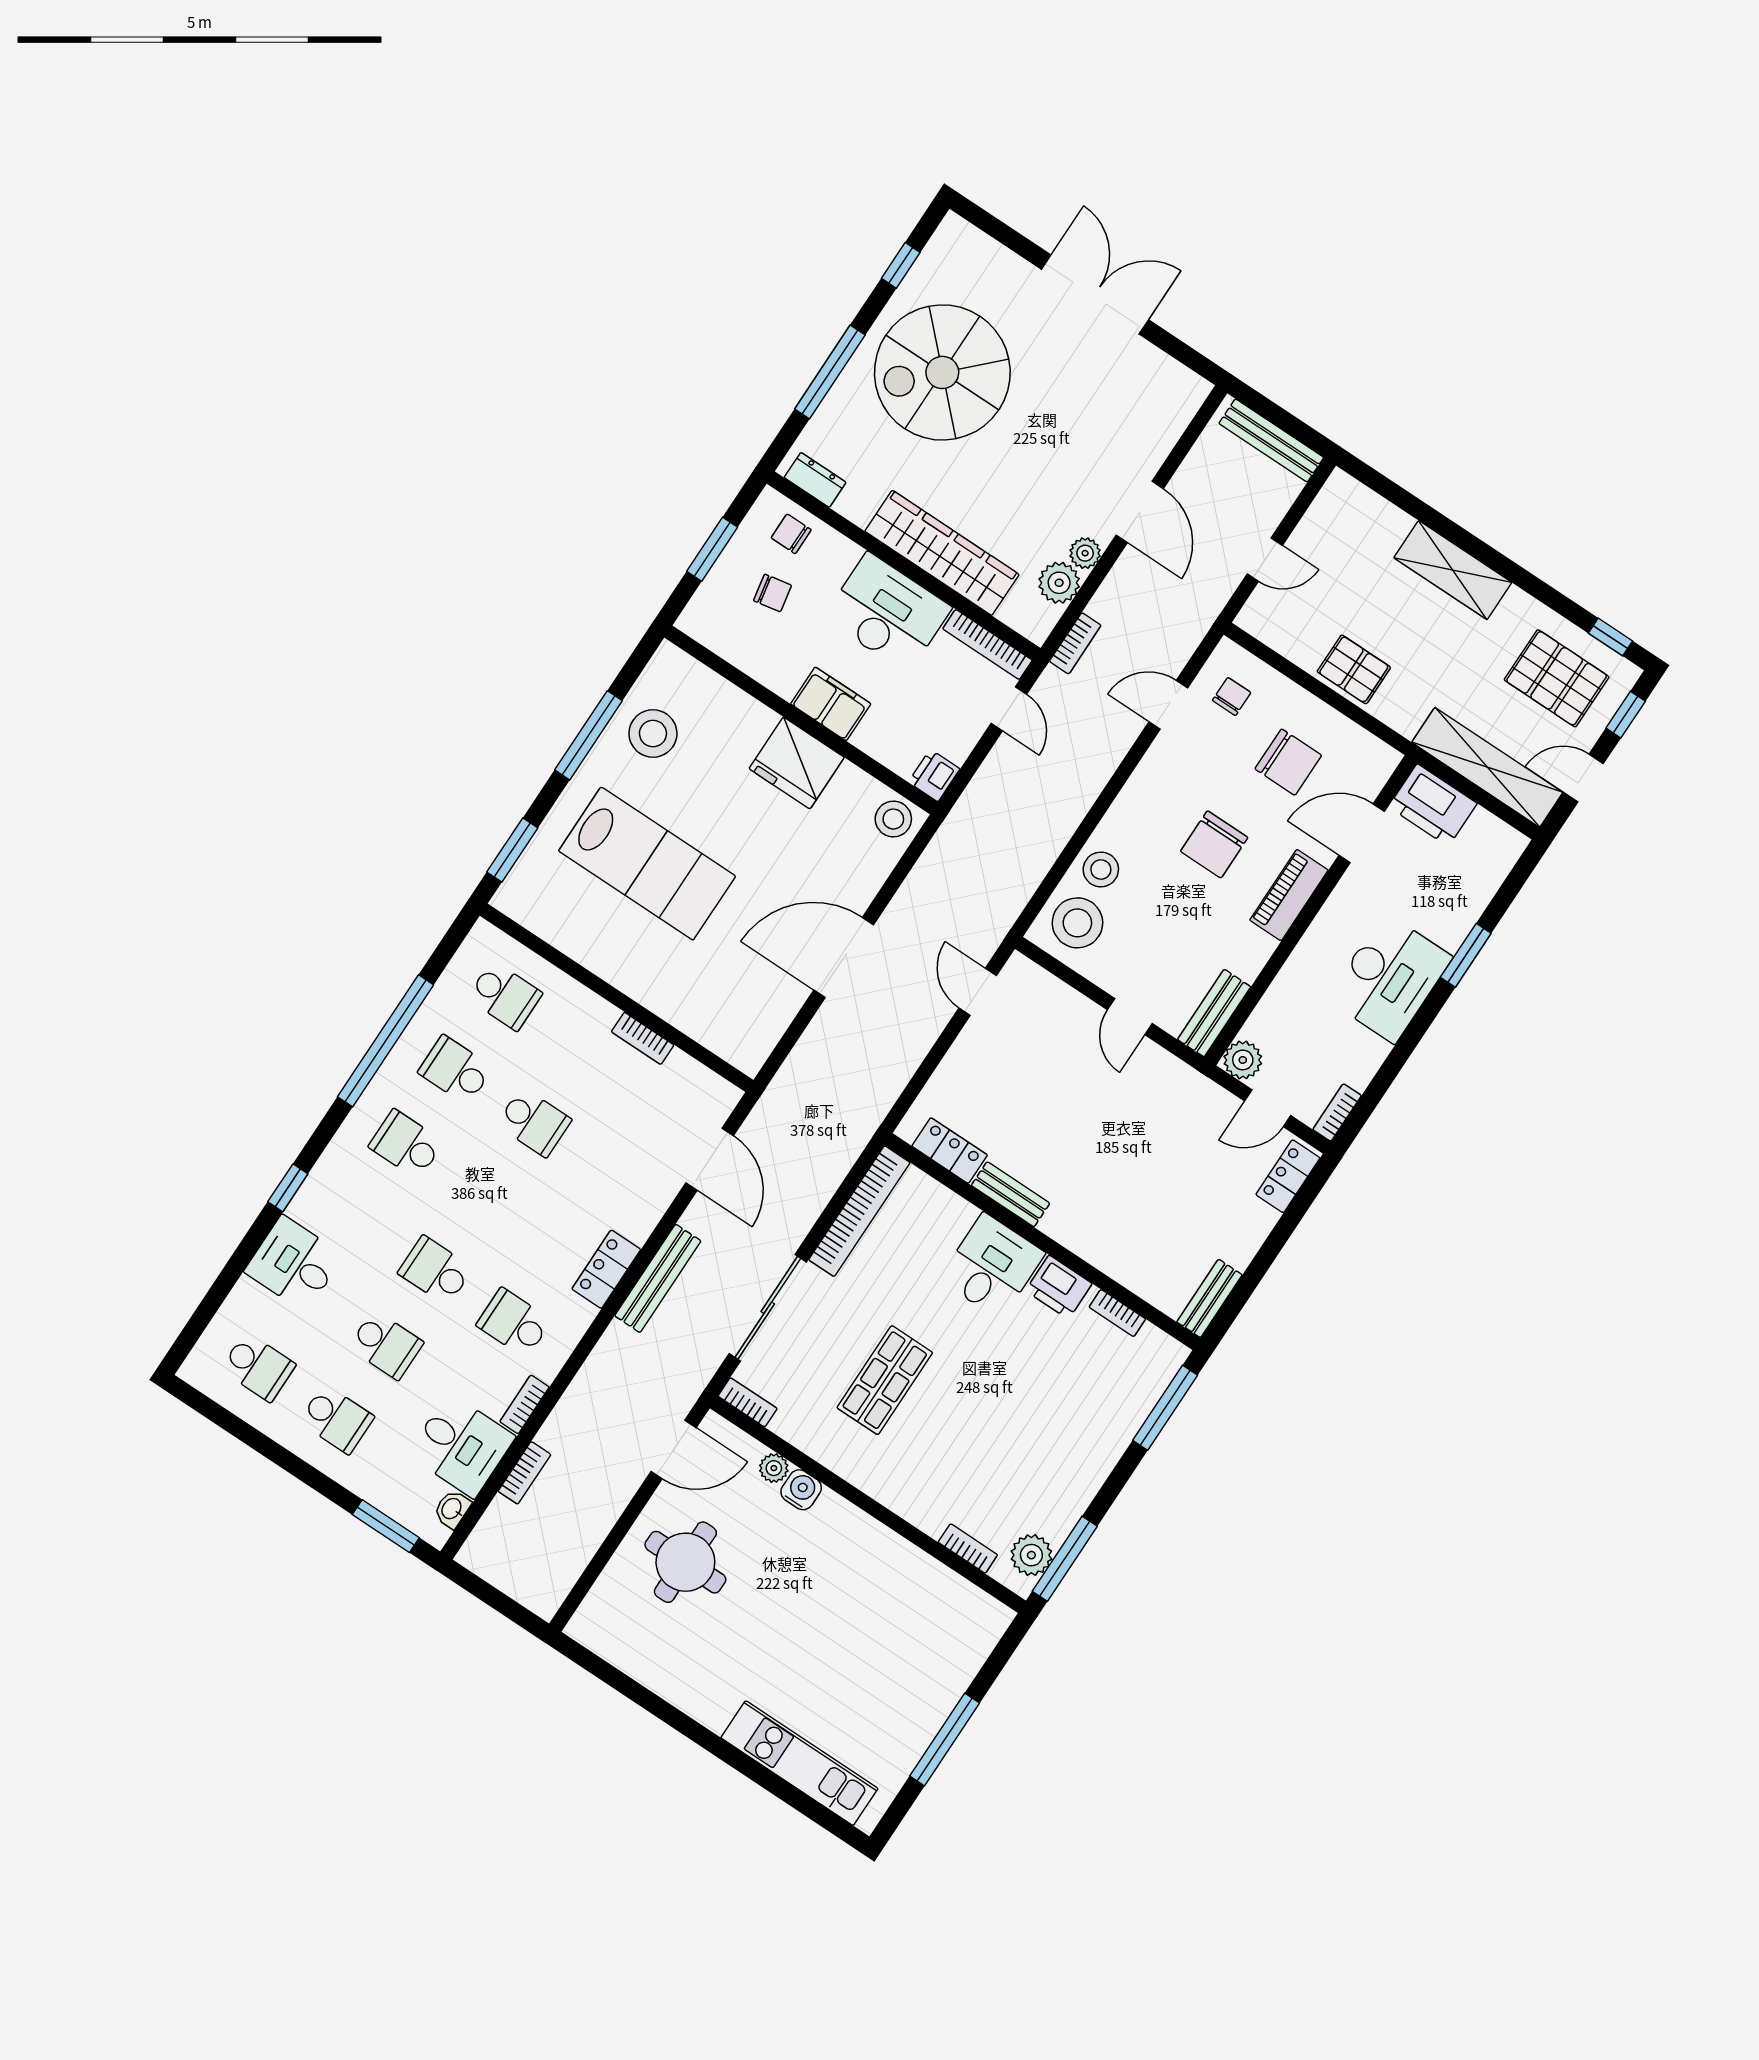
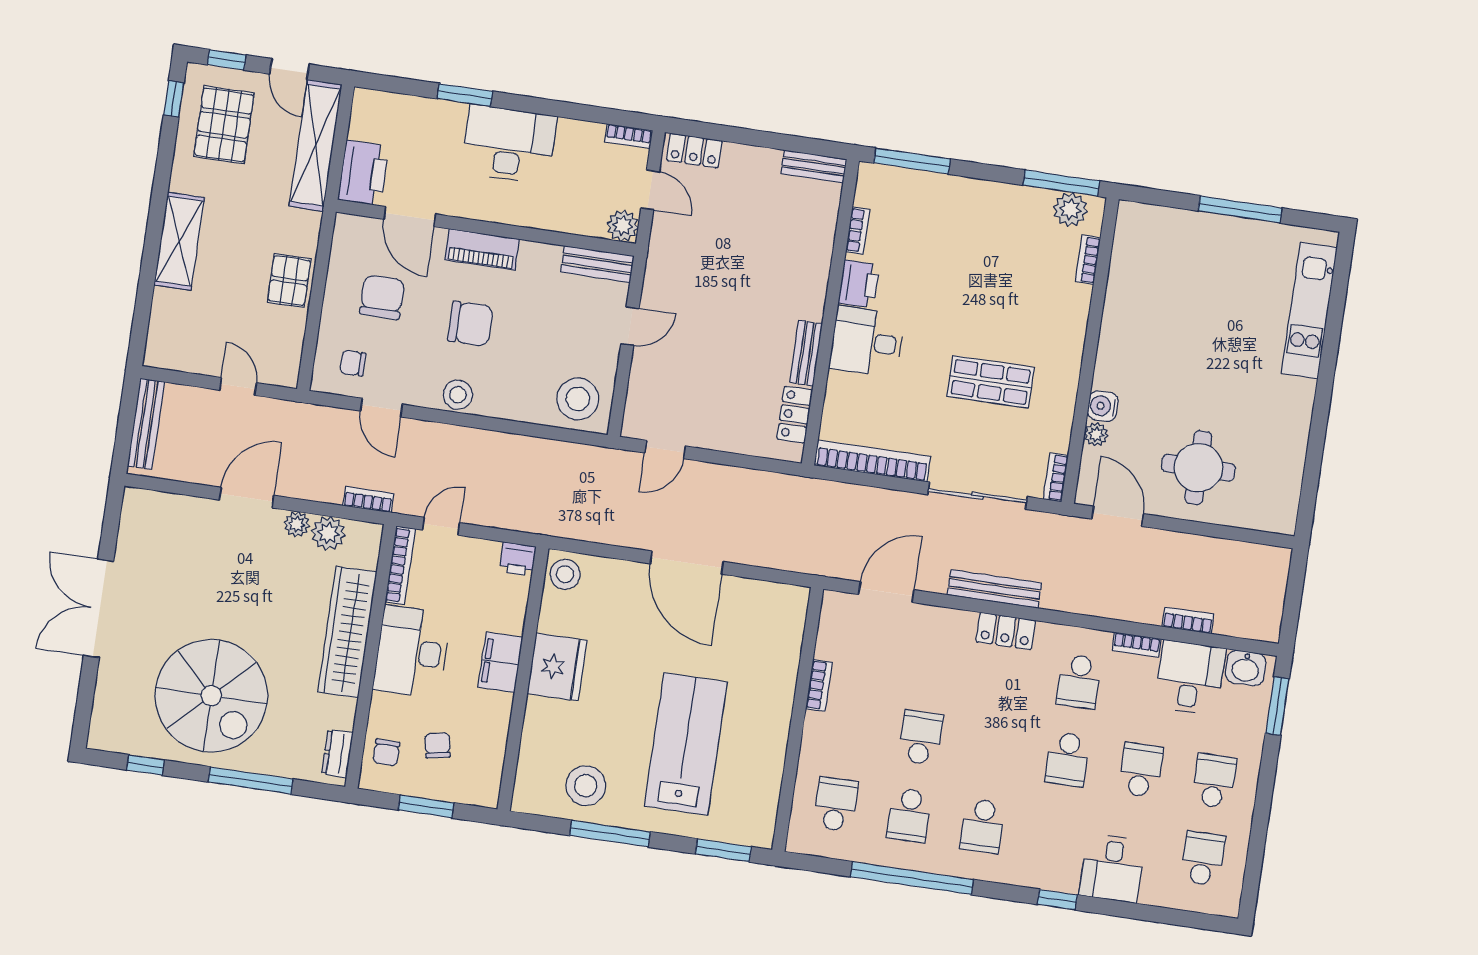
stool: (1101, 869) -> (458, 395), moved
washbasin: (452, 1509) -> (1246, 668), width x1.38, depth x1.45

